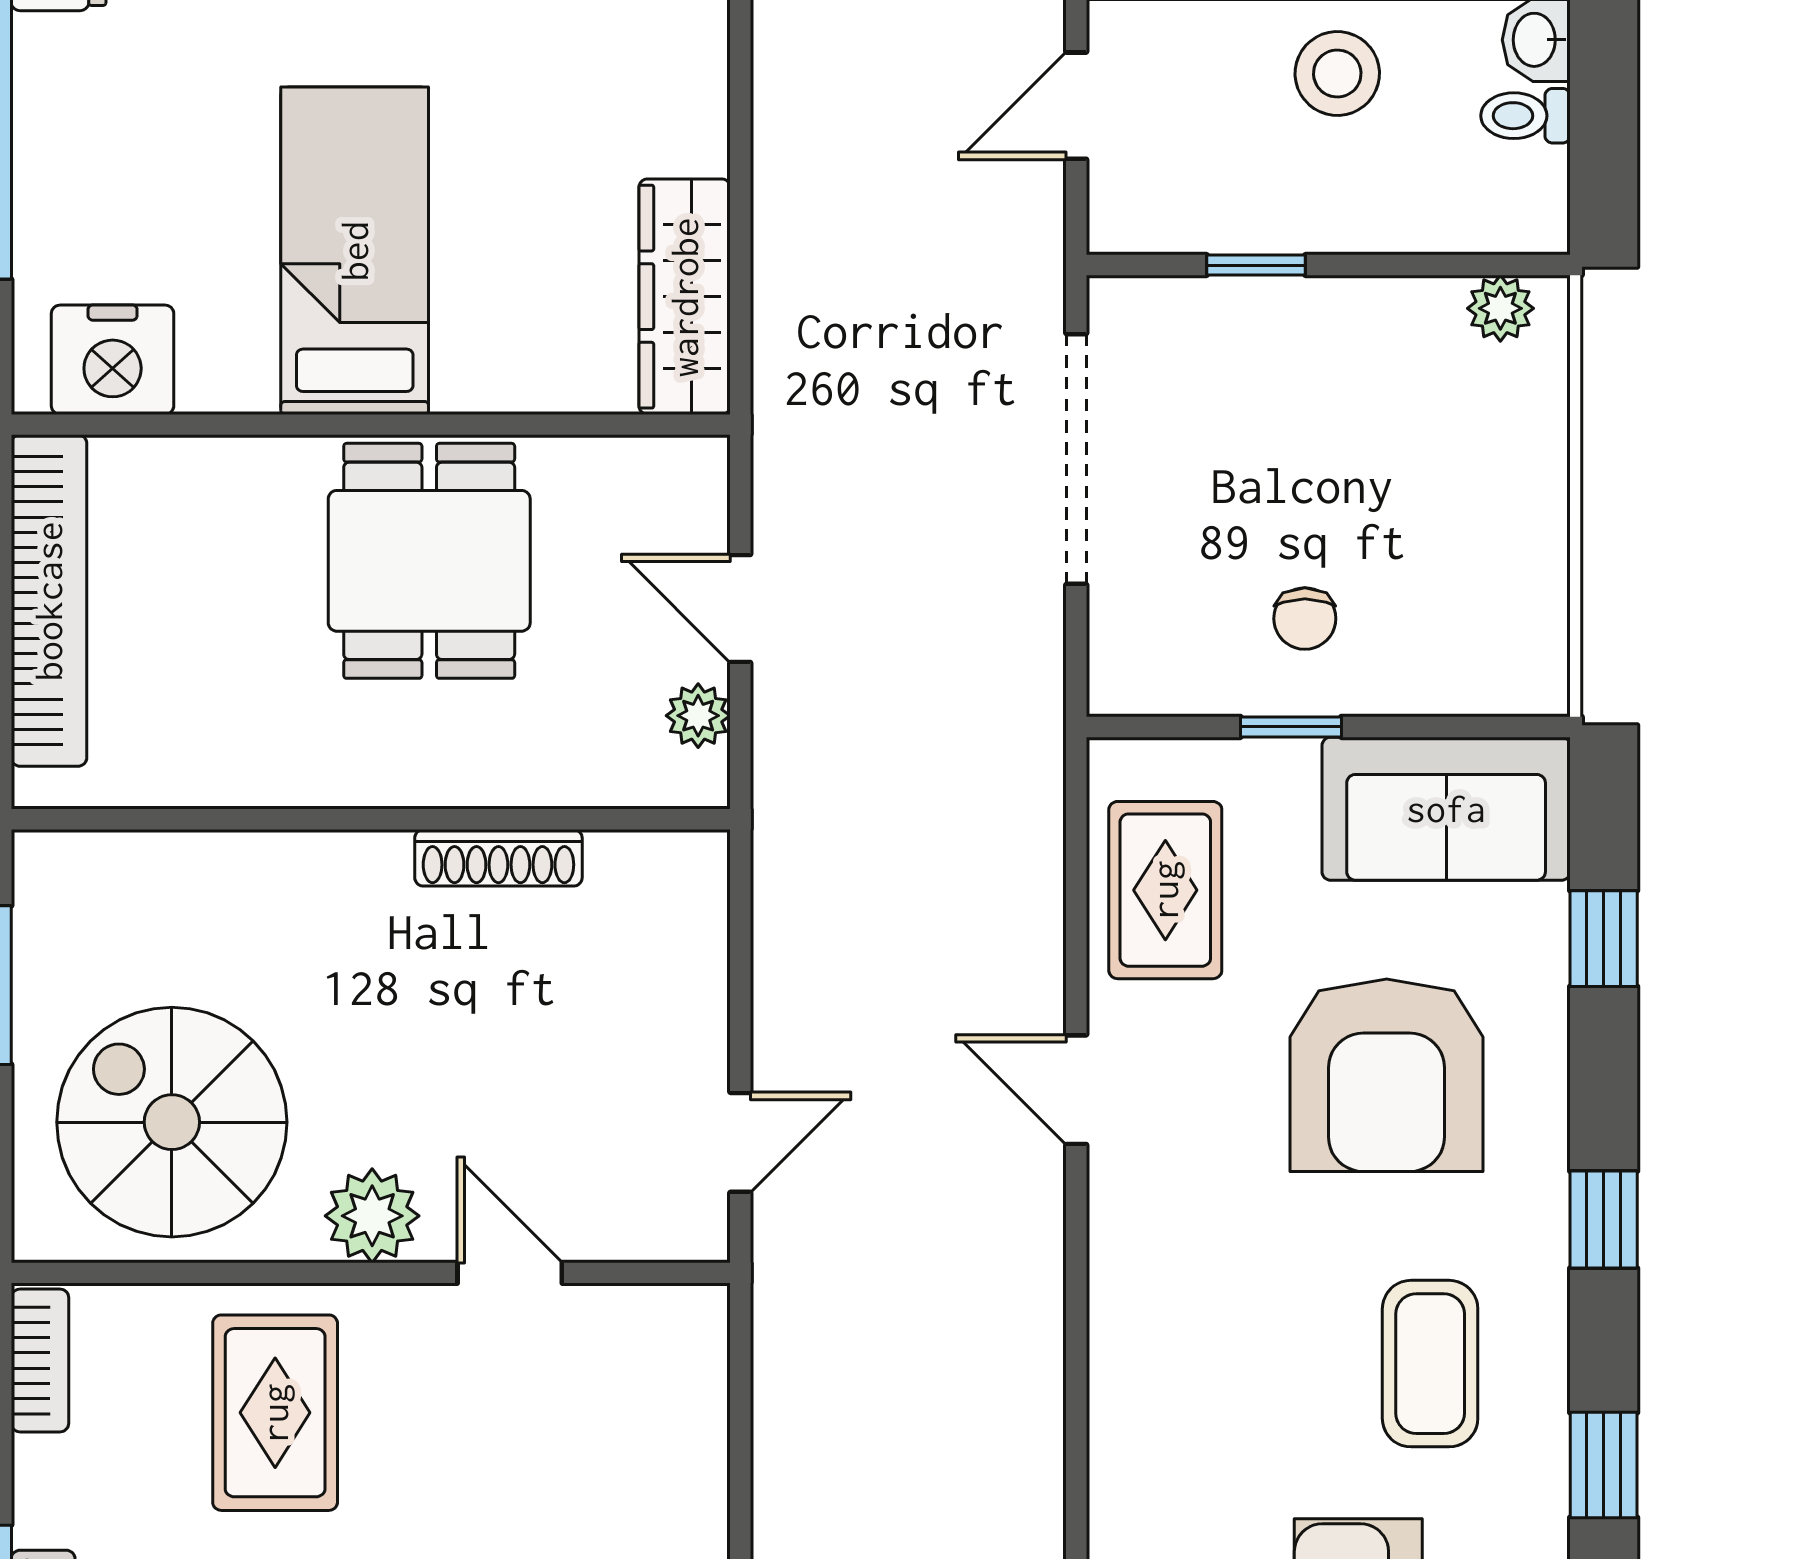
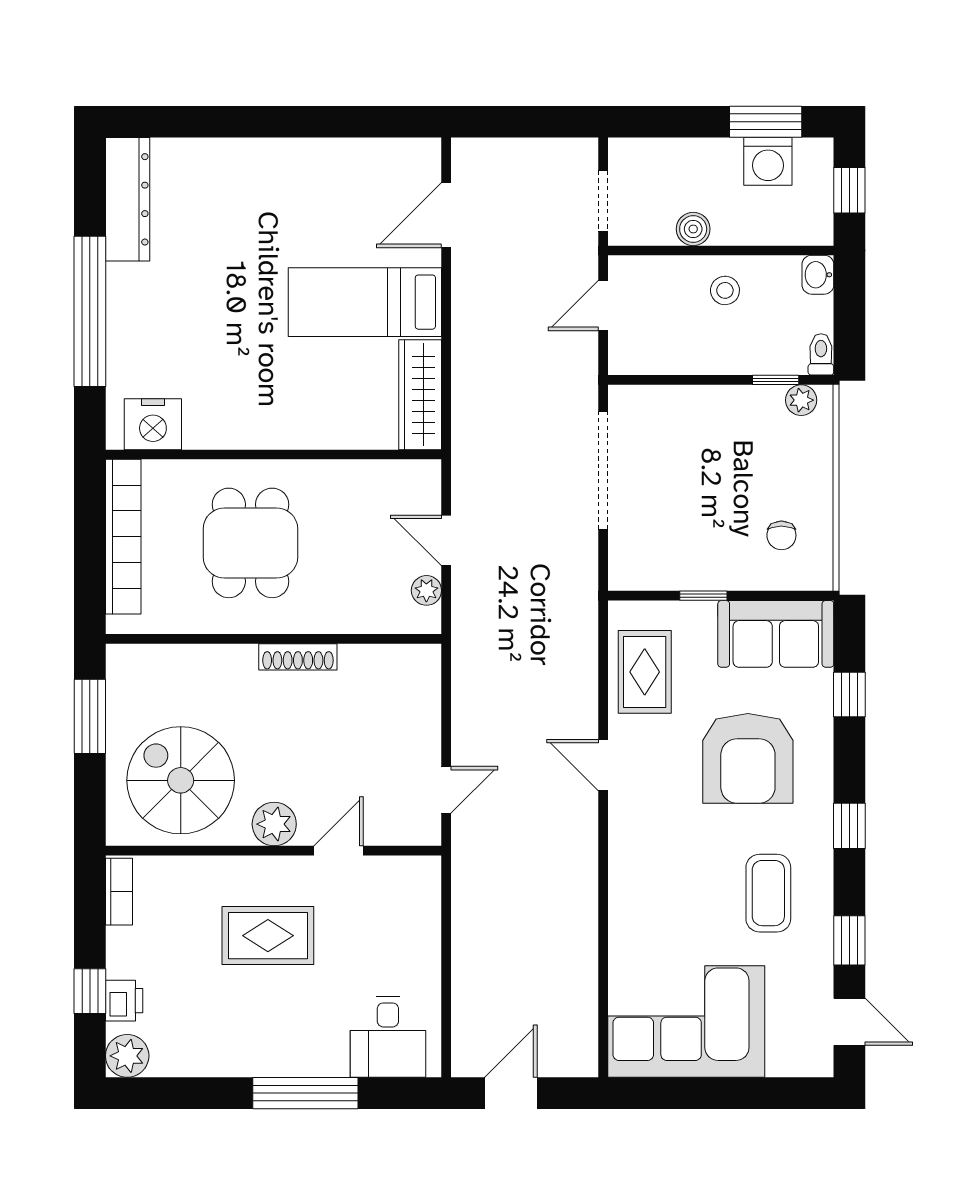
stool: (1337, 73) -> (725, 290), width x0.73, depth x0.73
toilet: (1525, 116) -> (821, 354), moved, turned 90
bed: (355, 251) -> (365, 302), moved, turned -90
window: (1256, 265) -> (776, 380), moved
dining table: (429, 561) -> (250, 543), moved
chair: (1305, 619) -> (781, 535), moved
shoe rack: (498, 858) -> (298, 657), moved
door: (510, 1273) -> (338, 851), hinge flipped
rug: (275, 1413) -> (268, 936), moved, turned 90

